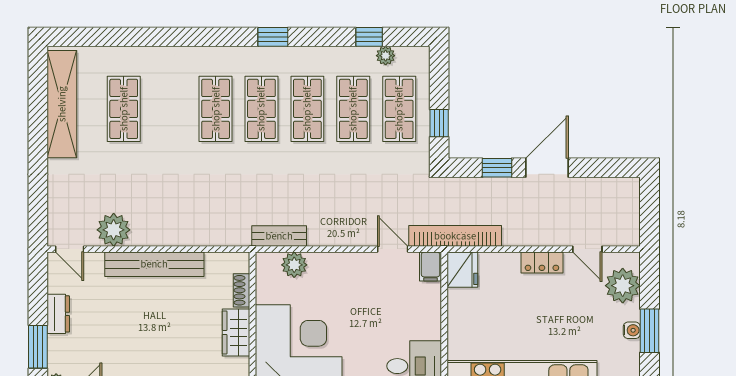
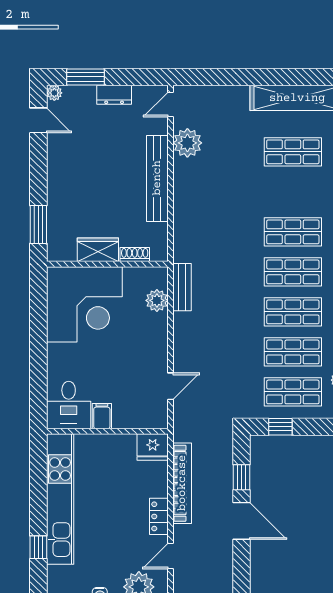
bookcase: (455, 236) -> (182, 483), moved
filing cabinet: (431, 267) -> (102, 416), moved, turned 90

